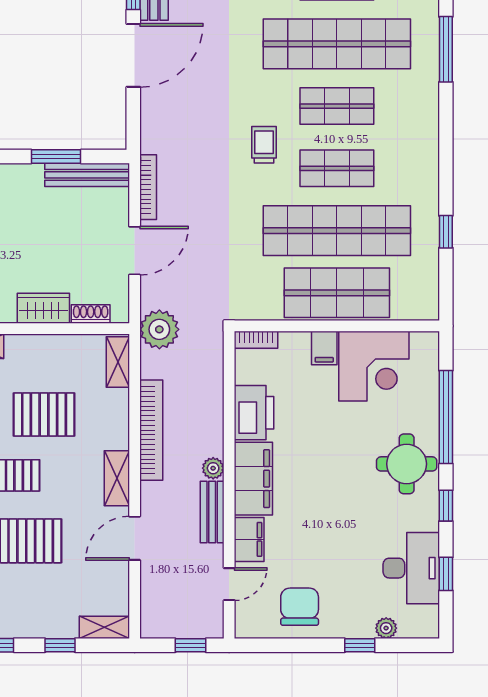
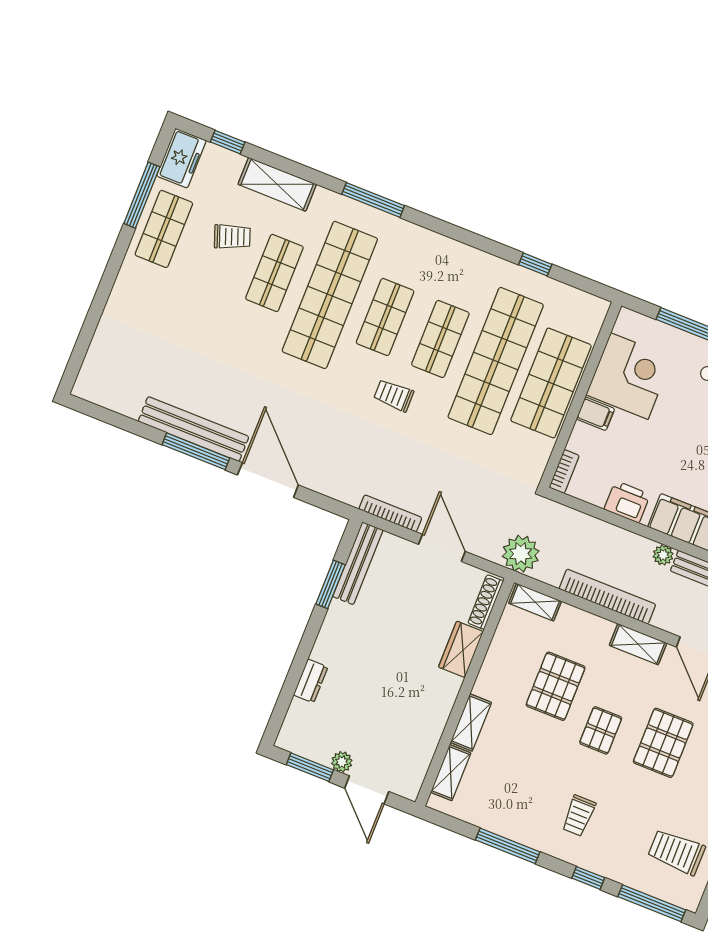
shoe rack: (91, 314) -> (486, 602), width x1.43
printer: (254, 413) -> (627, 502), width x0.73, depth x0.84

